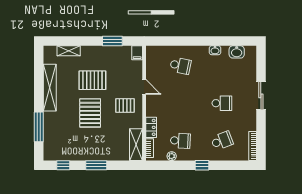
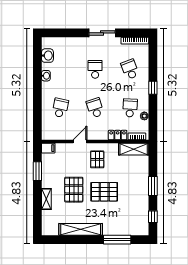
shelving: (69, 51) -> (46, 199), moved
sliding door: (261, 96) -> (102, 33), moved
school desk: (180, 103) -> (95, 108), added

